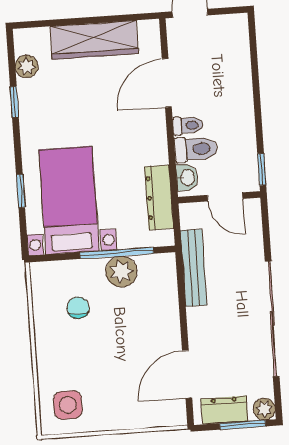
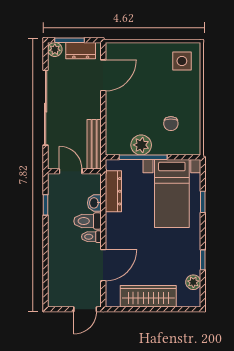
wall: (219, 197) -> (74, 171), moved
door: (225, 197) -> (71, 171), moved

